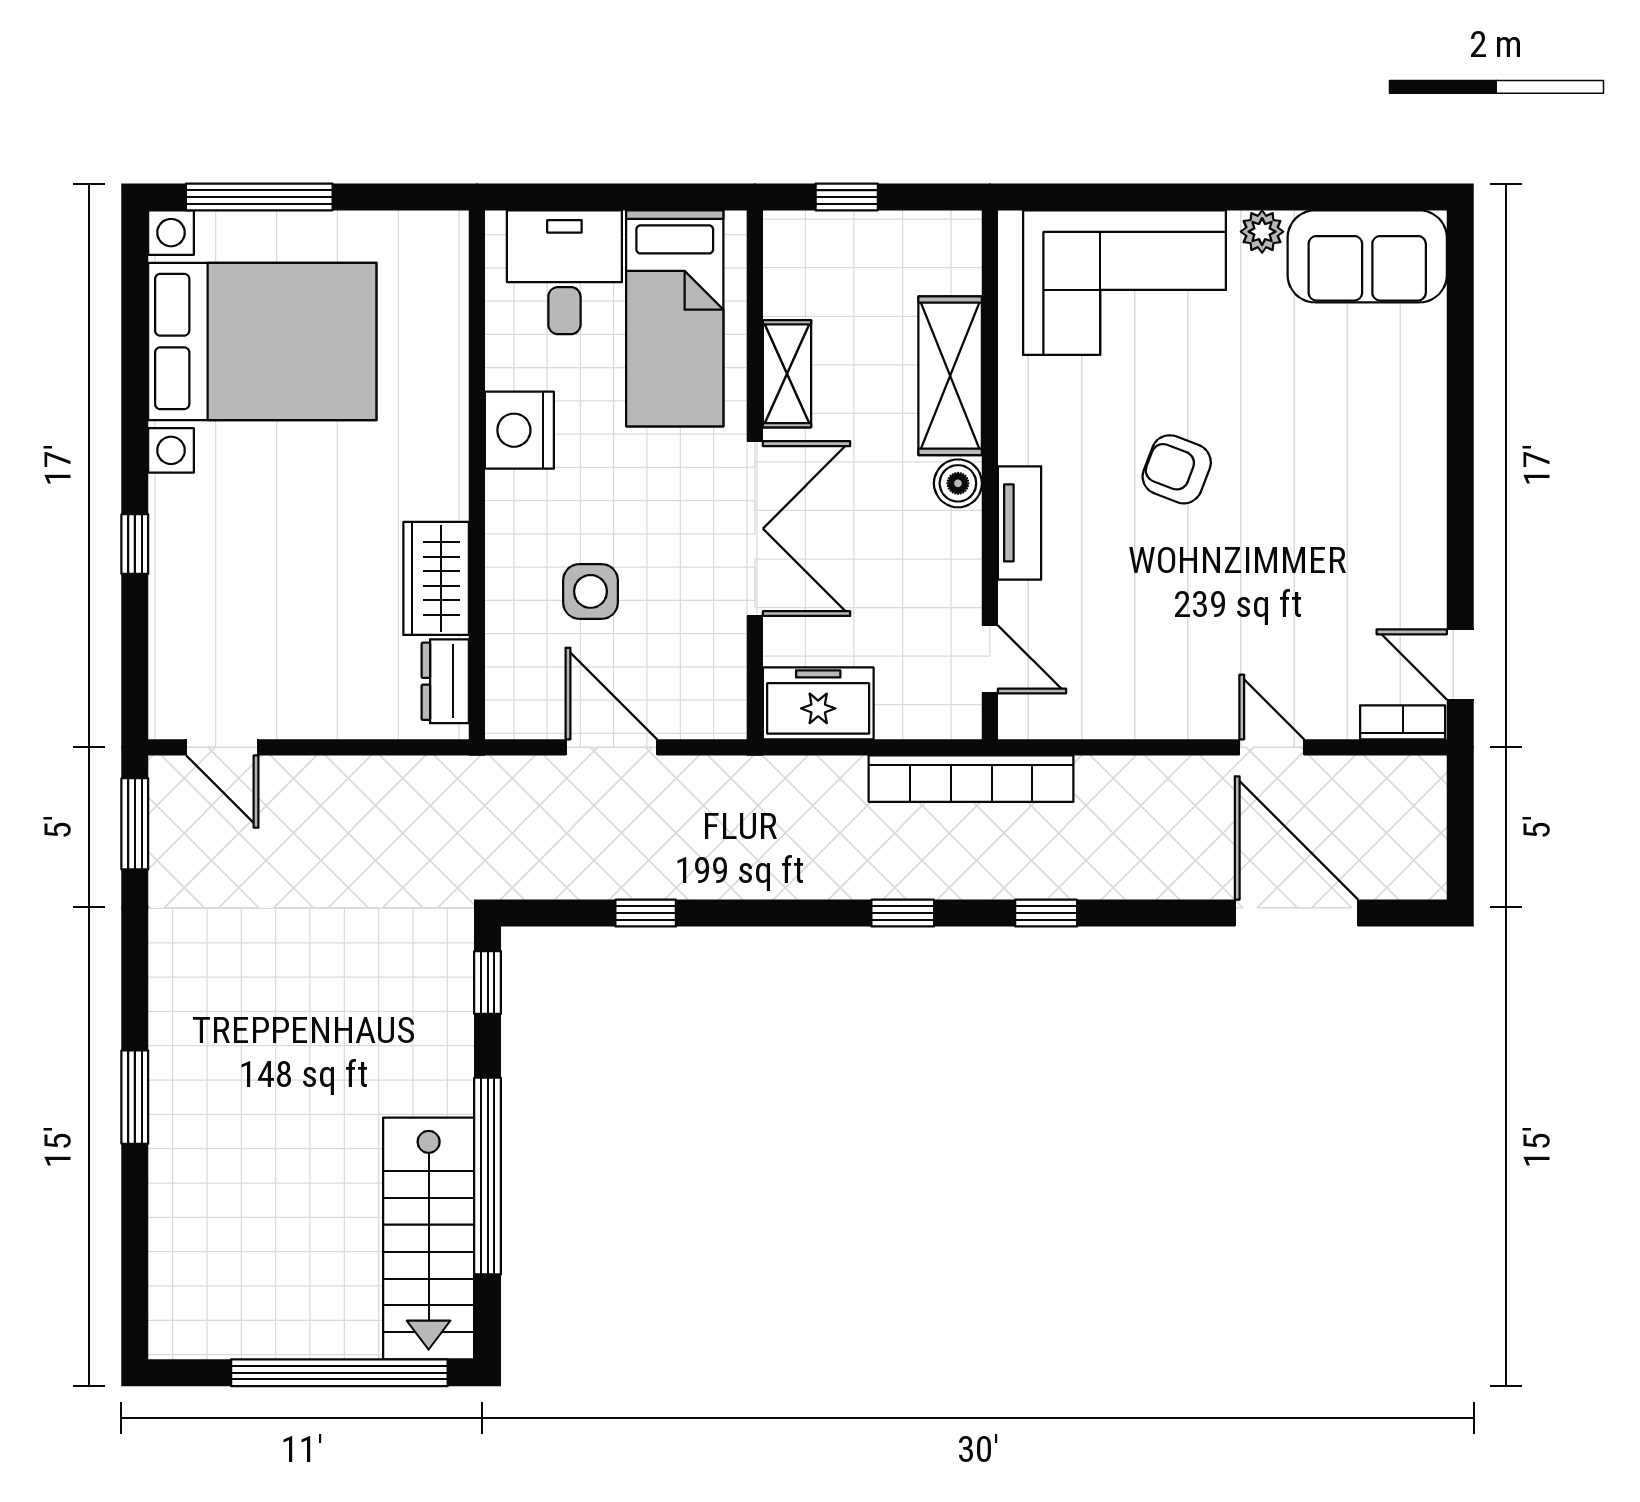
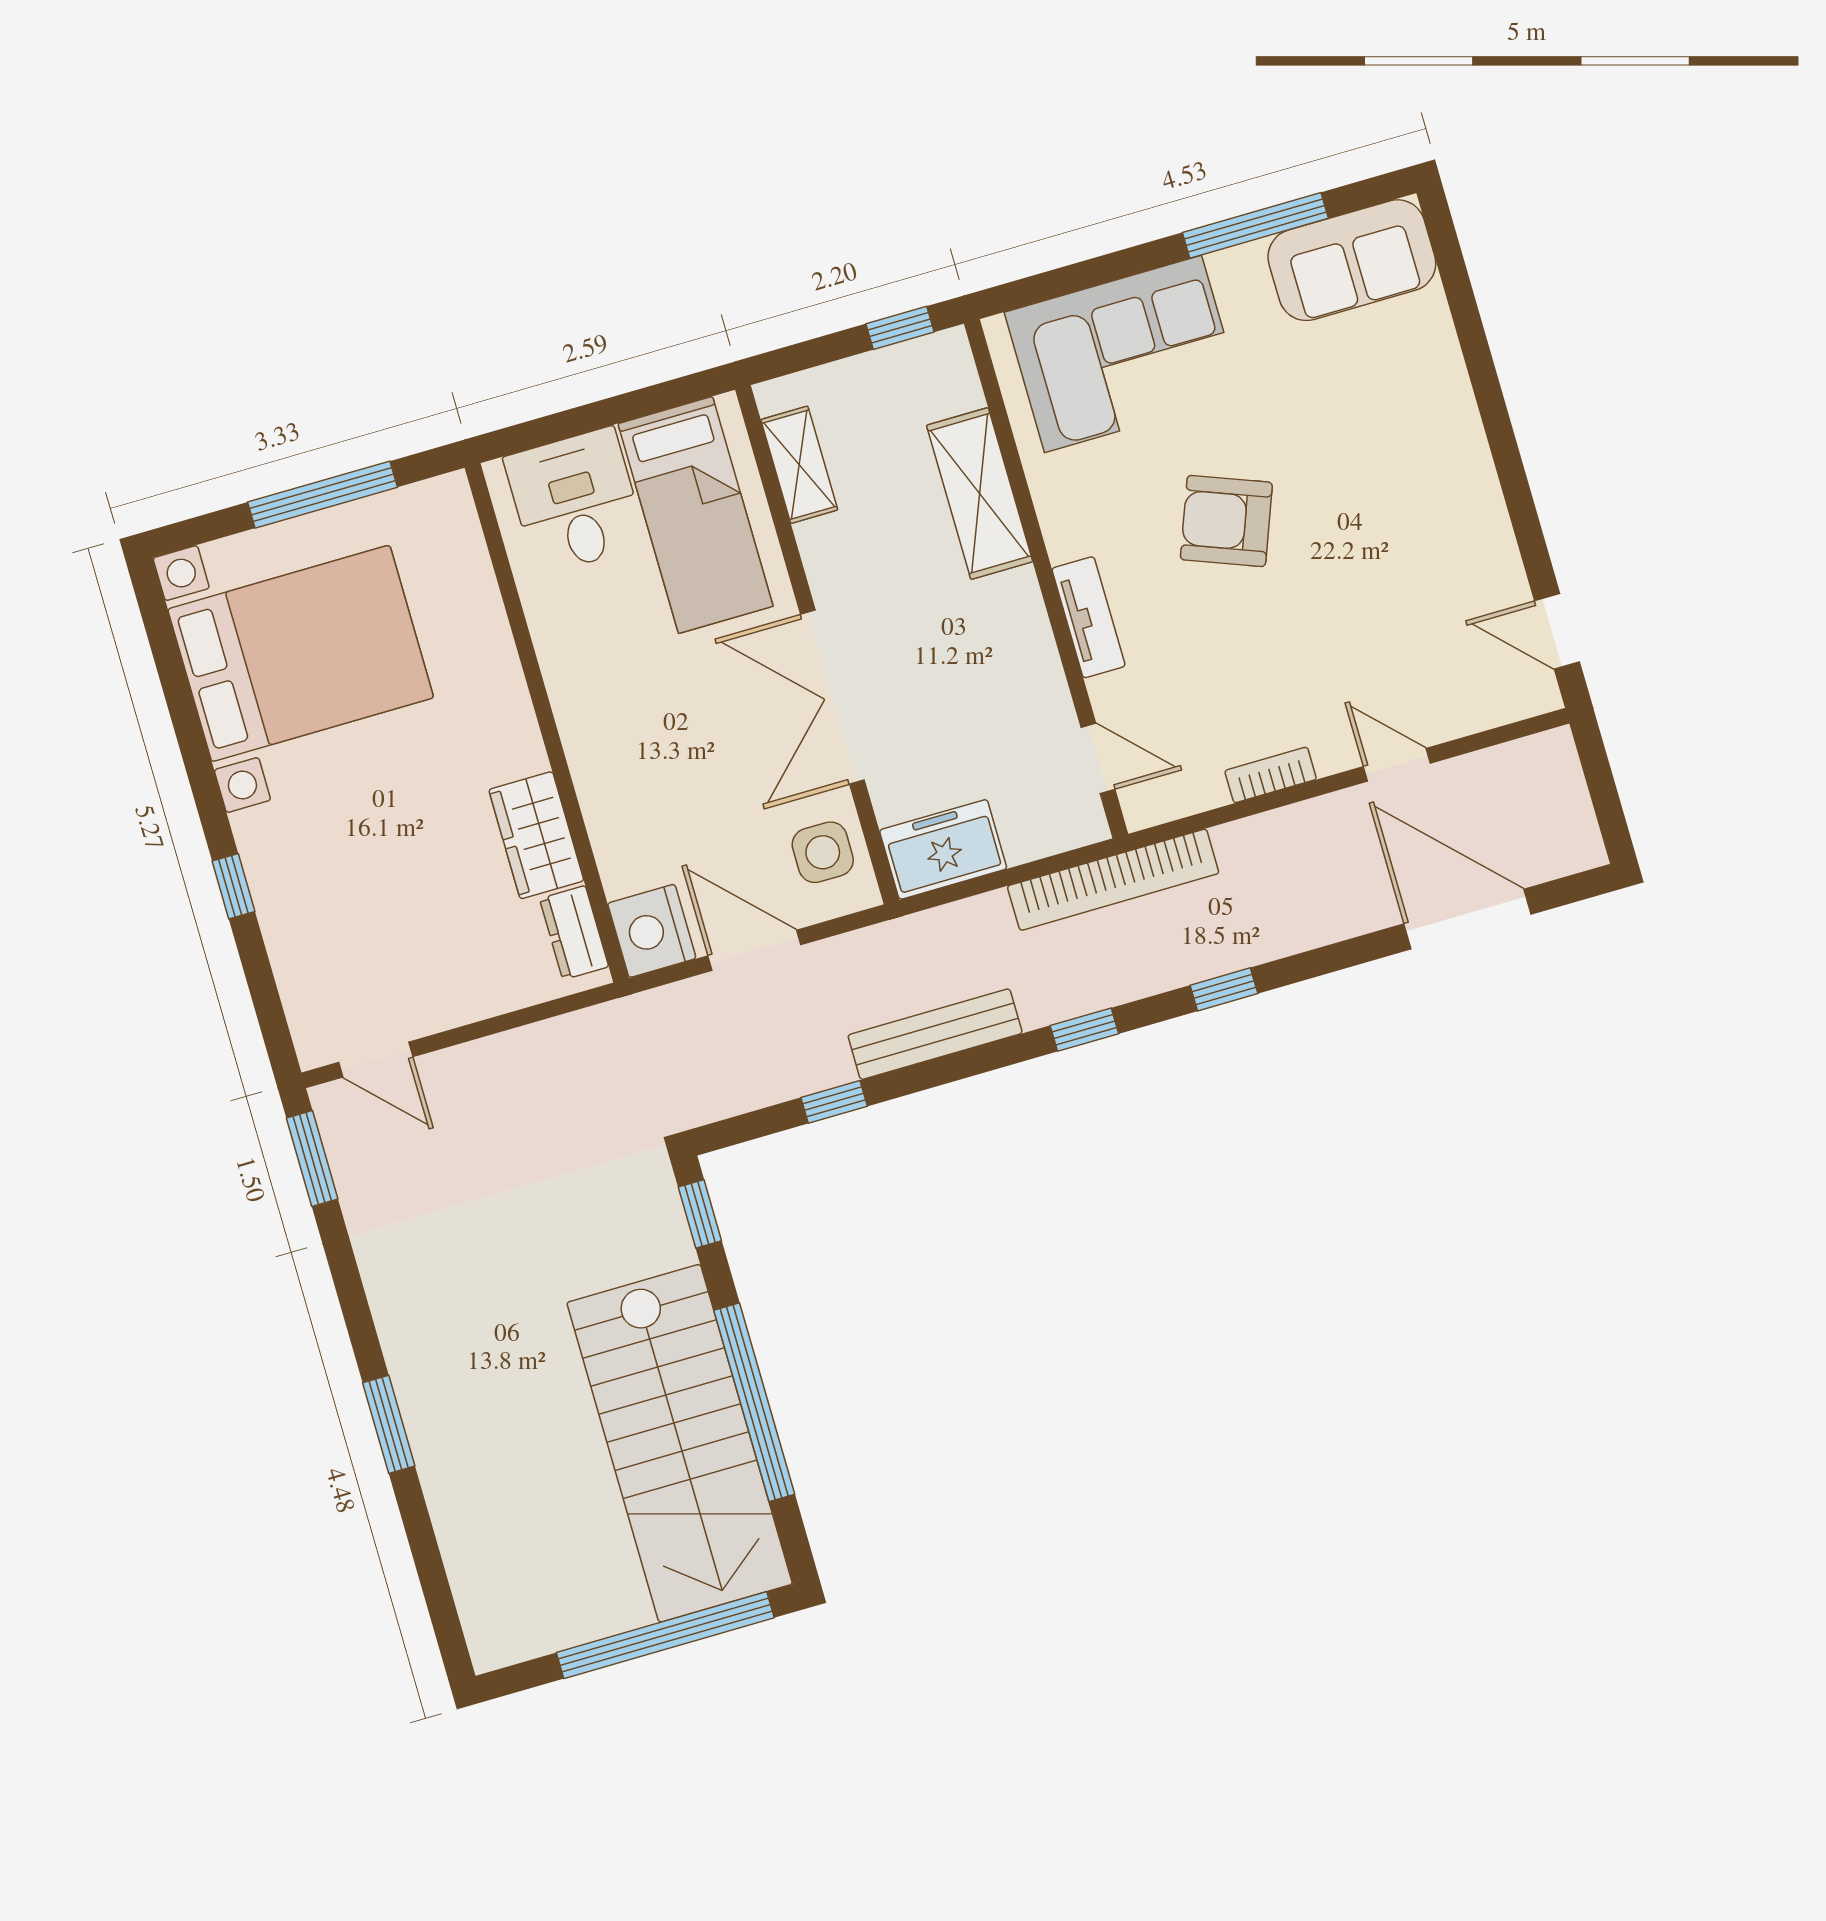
window: (259, 197) -> (323, 495), moved
window: (847, 197) -> (900, 328), moved
window: (1285, 197) -> (1255, 225), added
plant: (1262, 232) -> (1243, 266), removed
shelving: (787, 374) -> (799, 465), moved
nightstand: (519, 430) -> (652, 931), moved
armchair: (1177, 469) -> (1226, 521), width x1.38, depth x1.38
boiler: (958, 483) -> (1017, 596), removed
double door: (755, 529) -> (832, 697), swing flipped
side table: (591, 591) -> (823, 852), moved
bookcase: (1403, 722) -> (1271, 775), moved
bench: (760, 876) -> (935, 1034), added
stairs: (429, 1238) -> (680, 1443), width x1.36, depth x1.51

